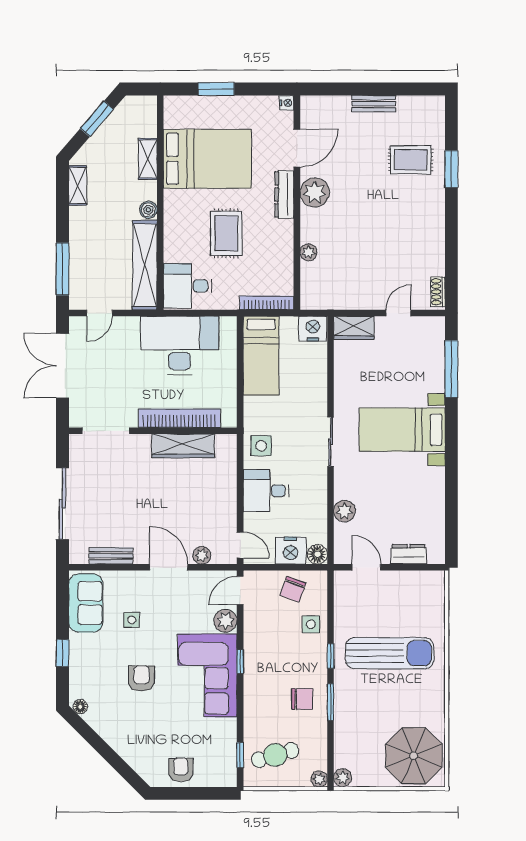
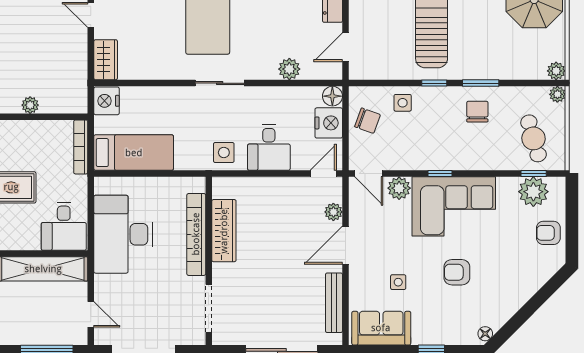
bench: (111, 556) -> (334, 303), width x1.36
plant: (222, 755) -> (533, 192), added

